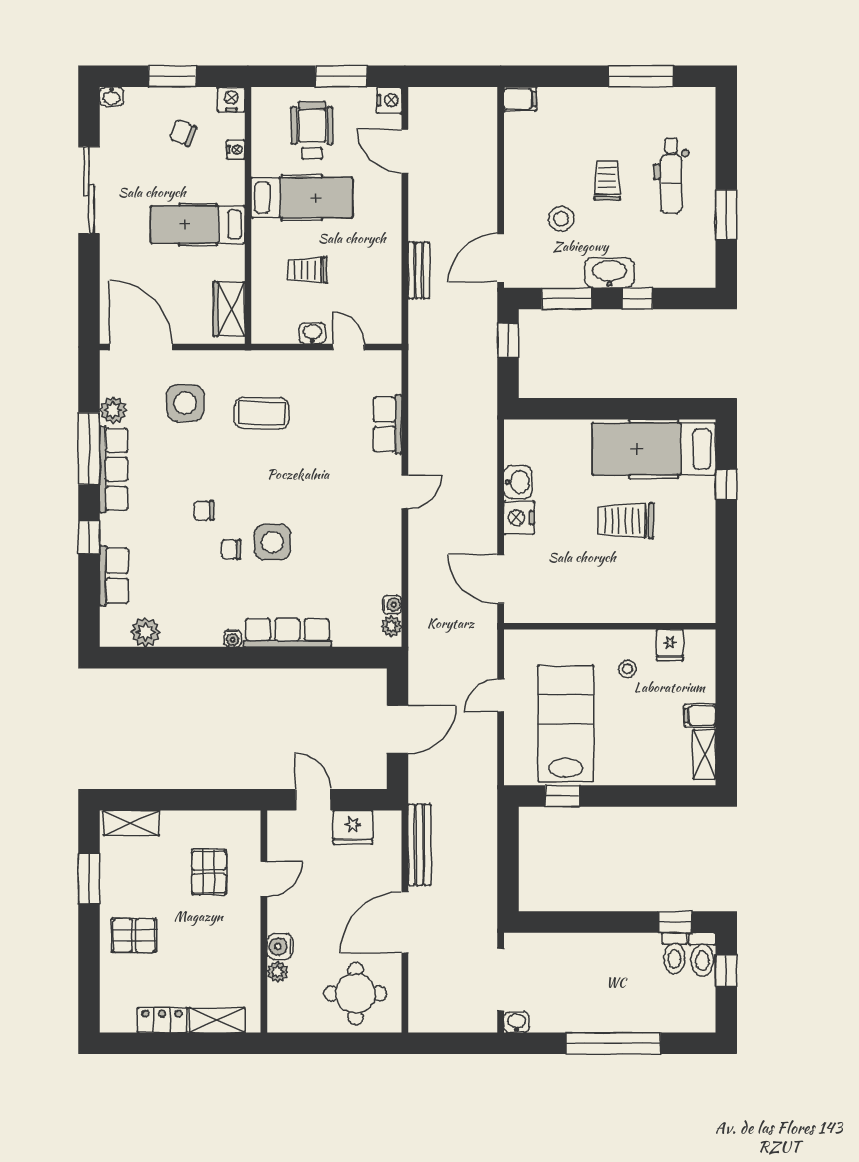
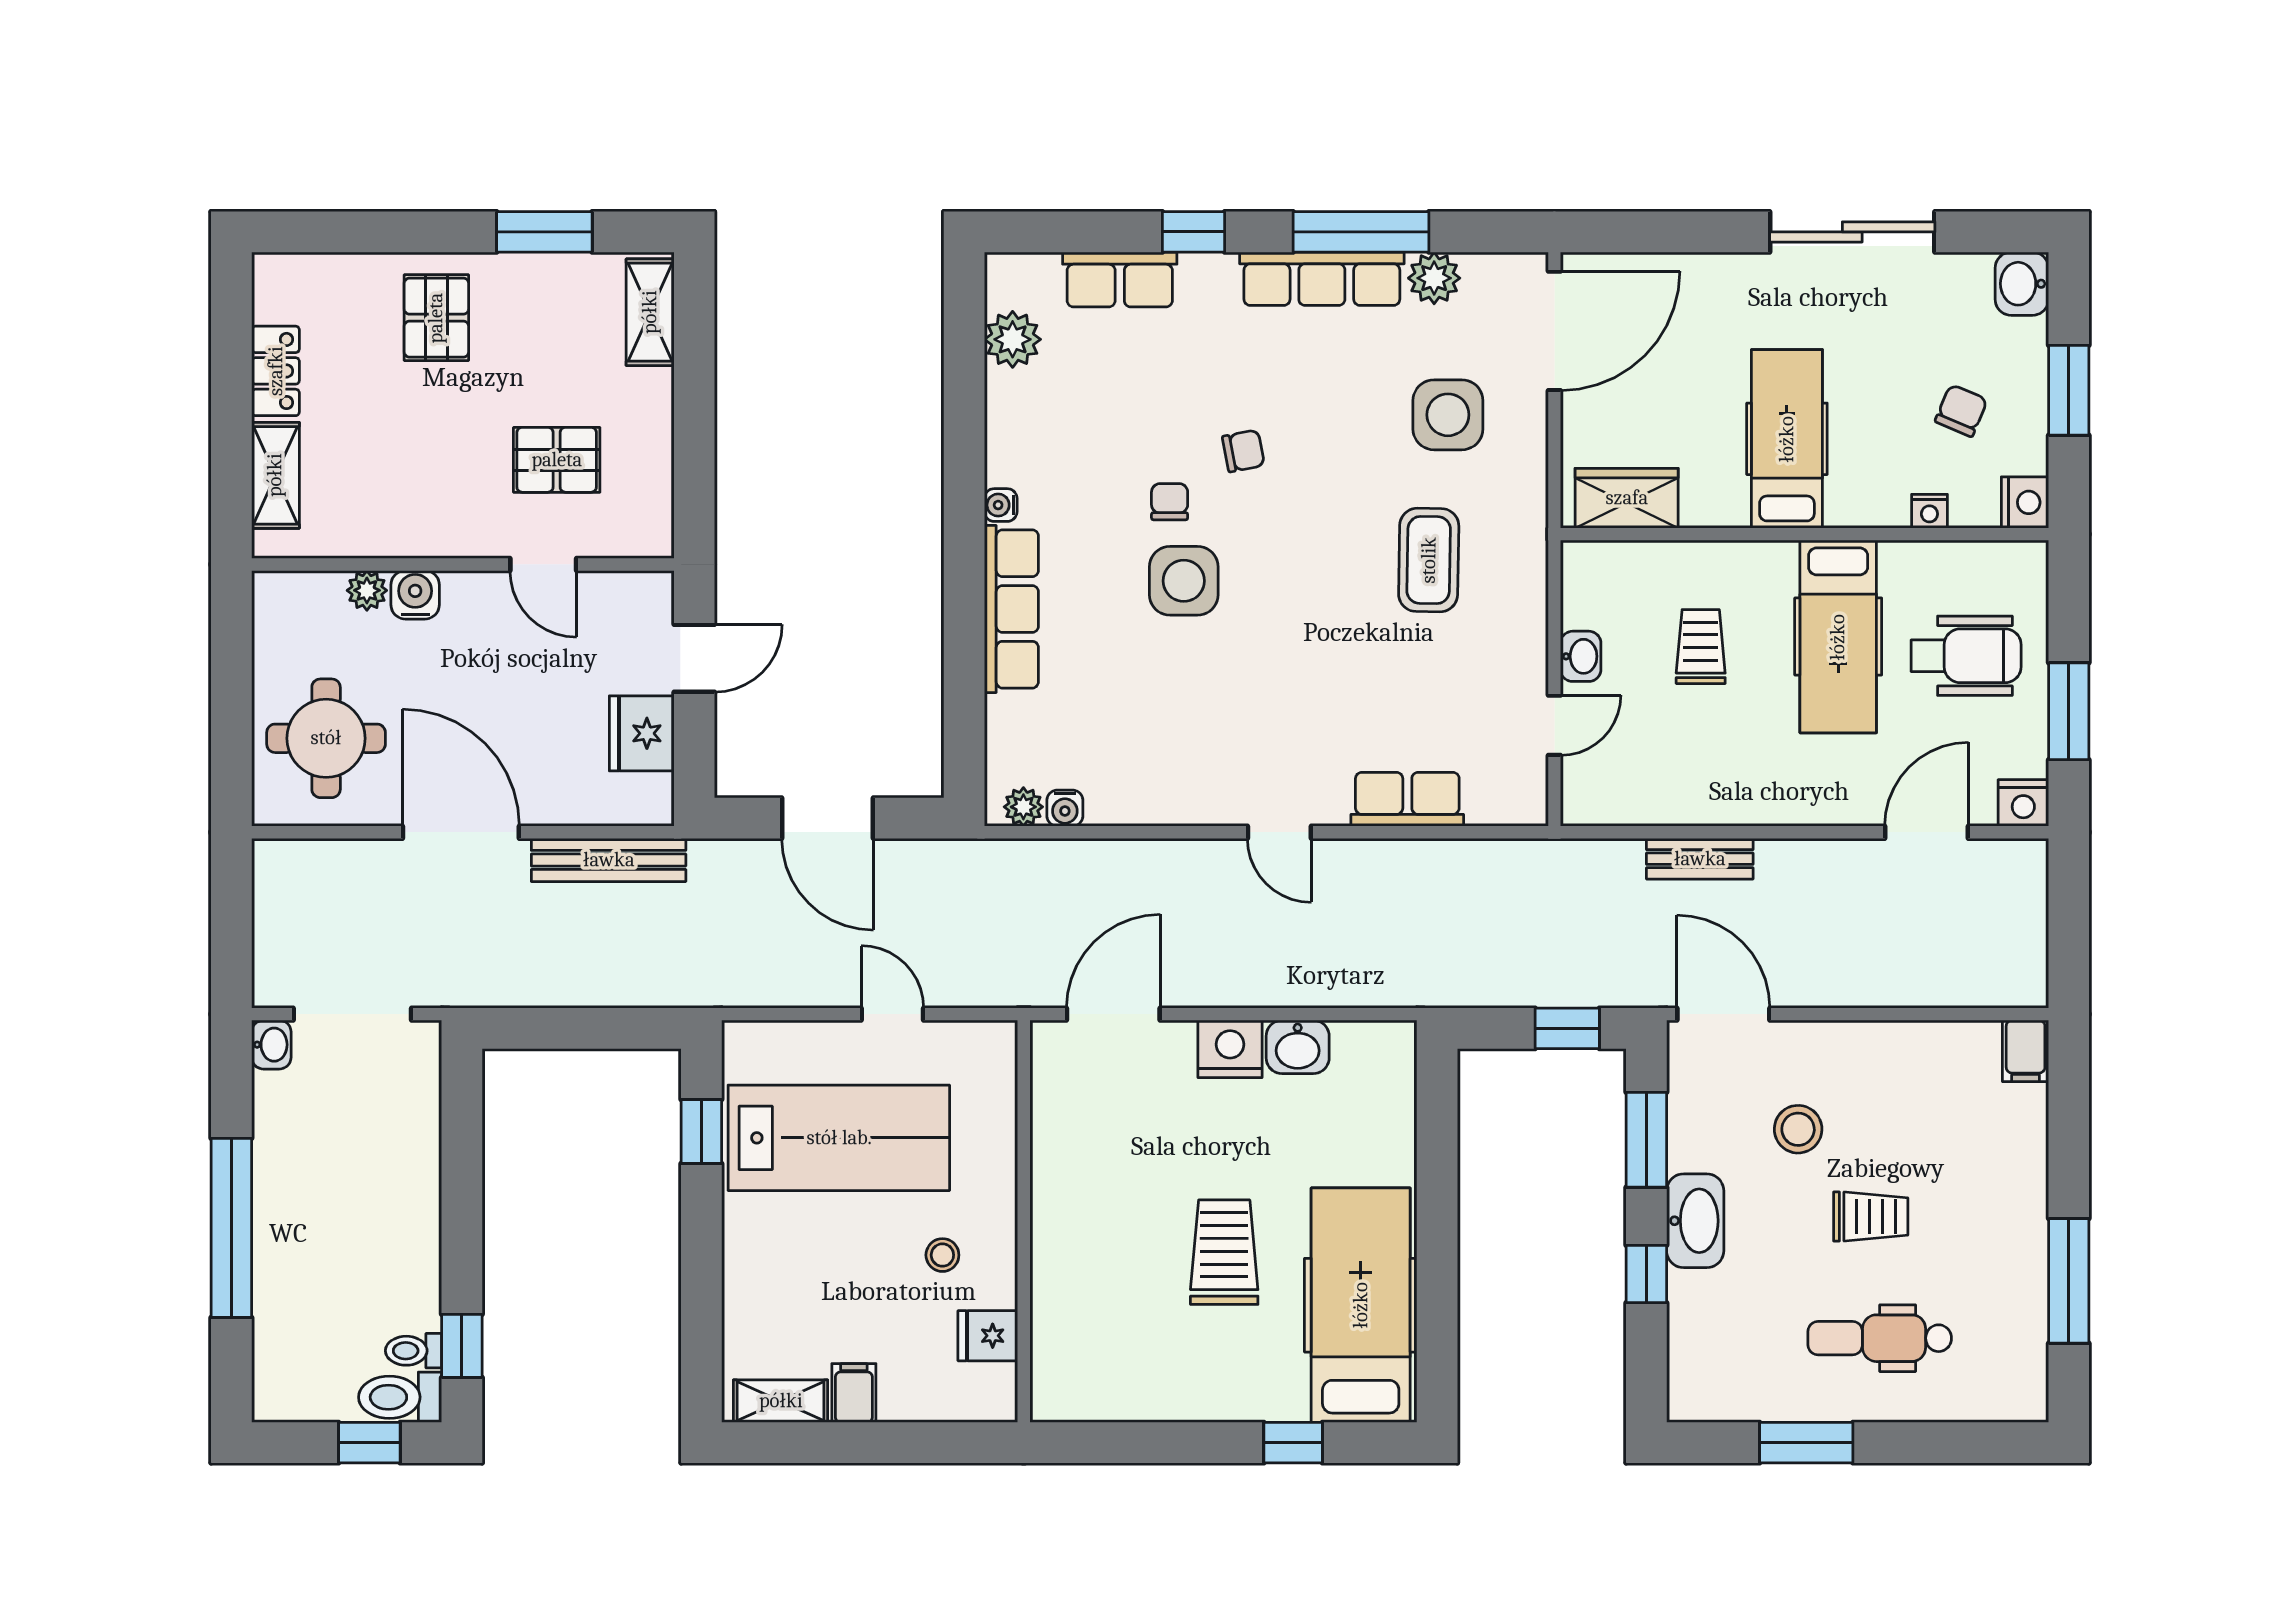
washbasin: (112, 97) -> (2022, 284), width x1.38, depth x1.45
chair: (204, 511) -> (1243, 451), turned 79
toilet: (674, 953) -> (414, 1351), width x0.73, depth x0.72

